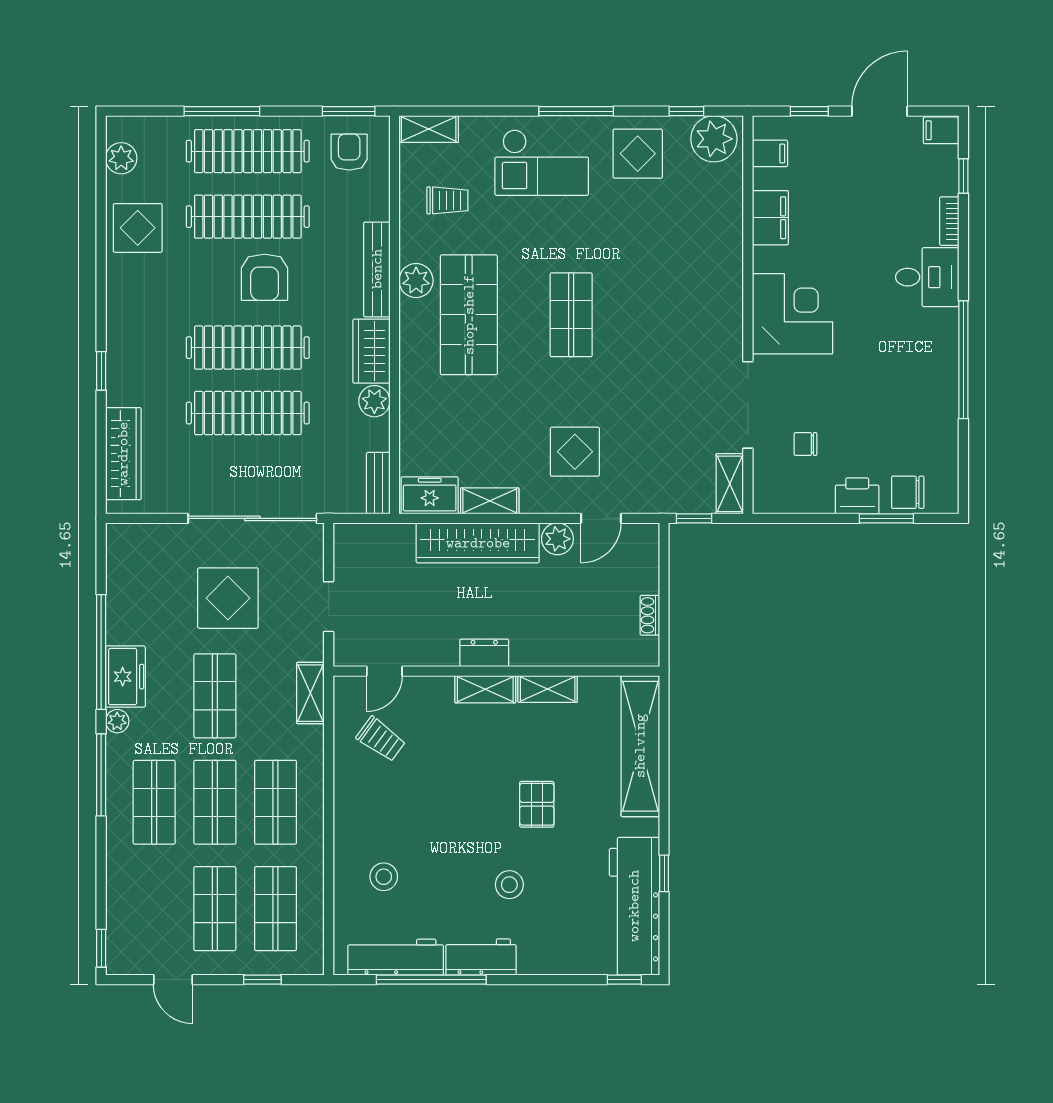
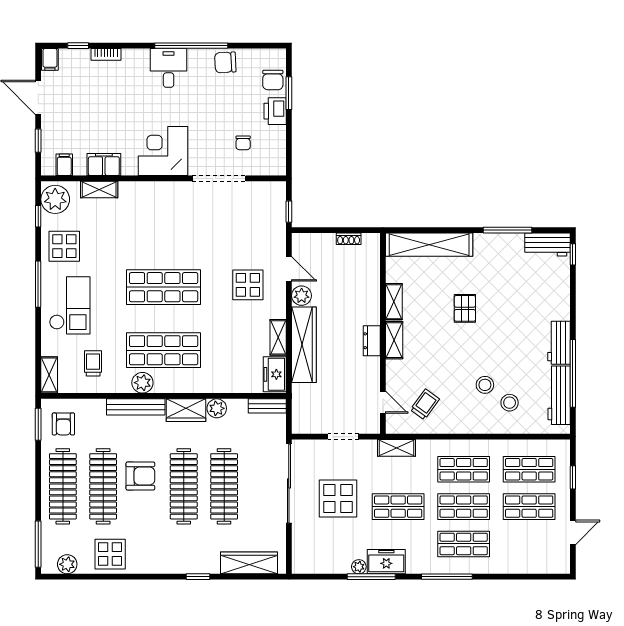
window: (222, 111) -> (38, 544), moved
armchair: (349, 152) -> (63, 424), turned -90
desk: (927, 277) -> (169, 68), moved
shop shelf: (571, 315) -> (164, 287), width x1.43, depth x1.36
chair: (936, 415) -> (225, 62), added
shelving: (730, 484) -> (99, 190), moved
window: (101, 652) -> (371, 577), width x0.68
plant: (117, 721) -> (359, 567), moved
pallet: (537, 804) -> (465, 308), turned 90
window: (664, 873) -> (507, 230), width x2.17
stool: (509, 885) -> (485, 385), moved
workbench: (634, 906) -> (548, 244), width x0.53, depth x0.76
window: (101, 948) -> (554, 577), removed

